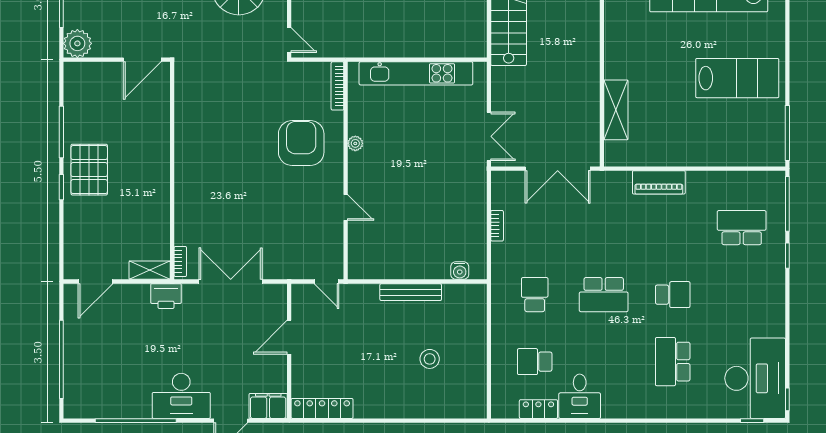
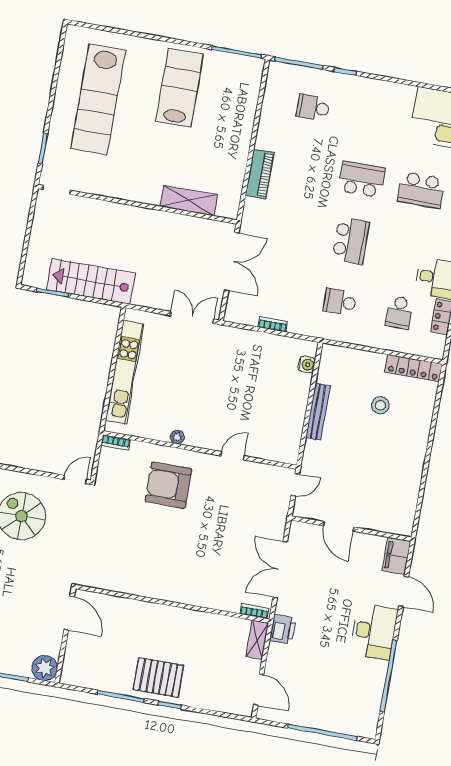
bookcase: (337, 86) -> (116, 443), width x0.64
school desk: (742, 228) -> (313, 108), width x0.54
school desk: (673, 295) -> (362, 179), width x1.85
locker: (322, 408) -> (413, 368), moved, turned -90

